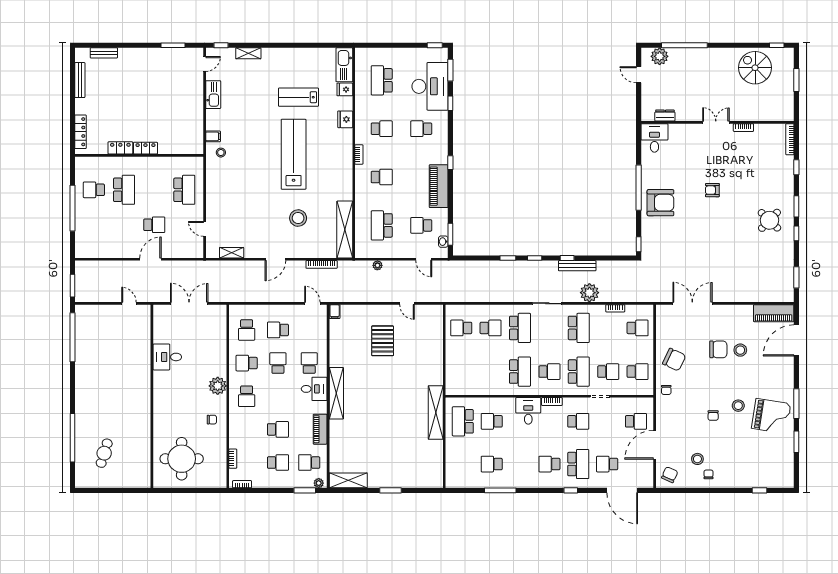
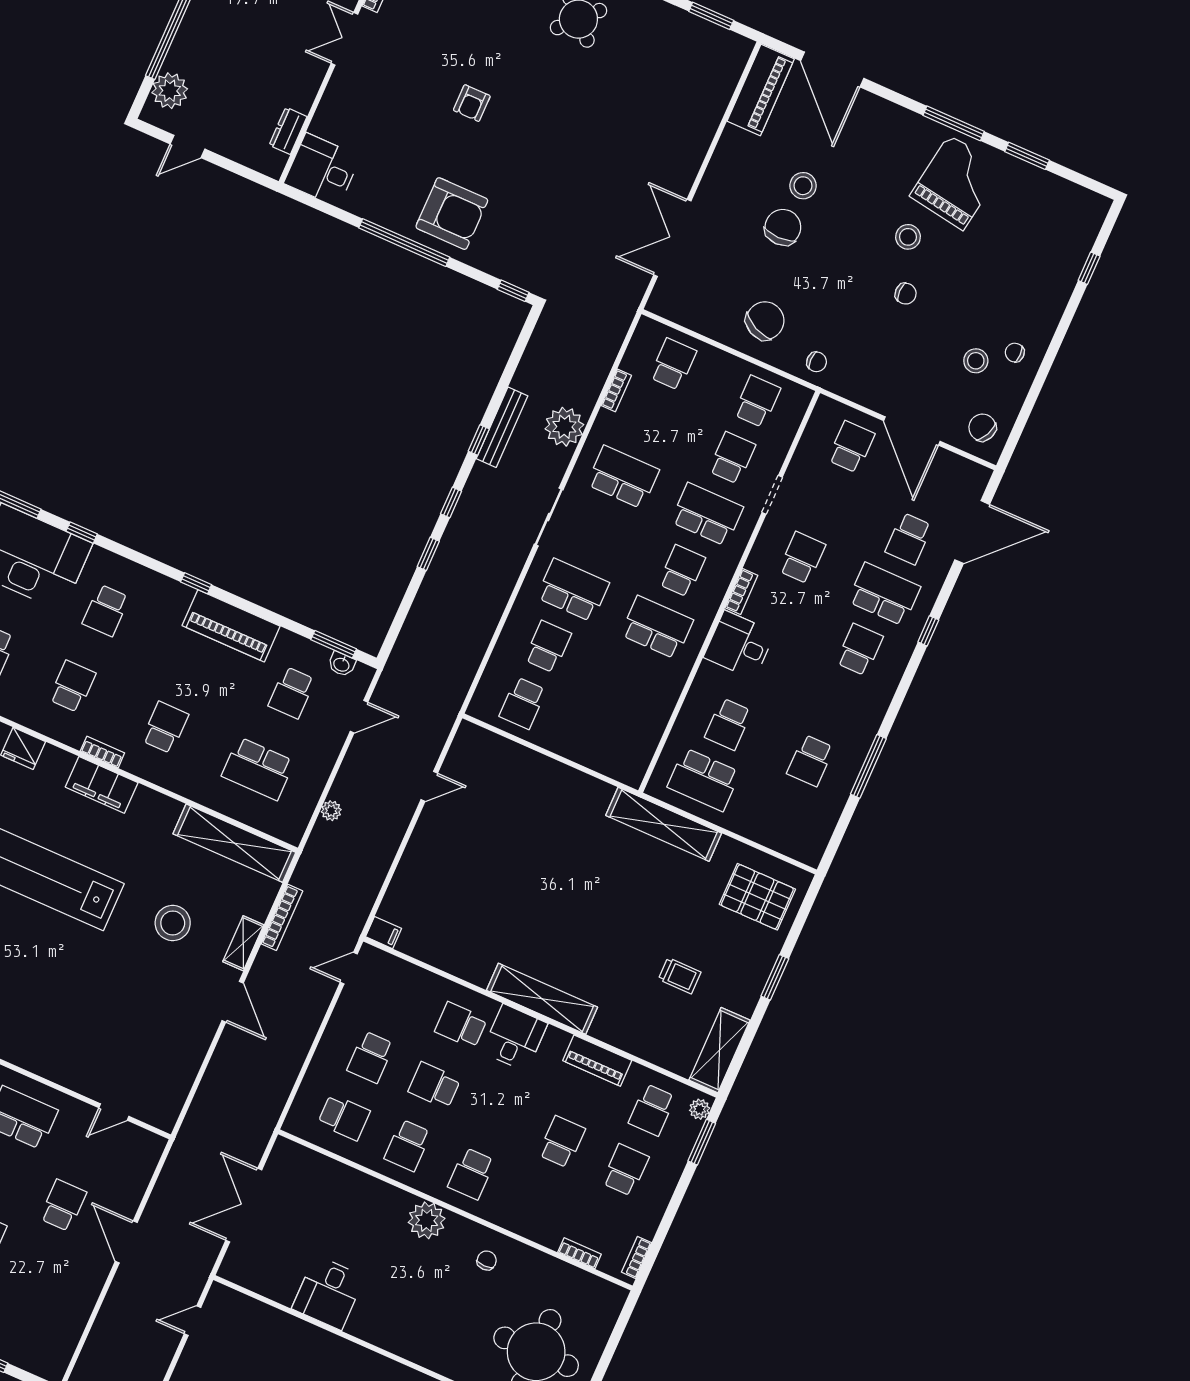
filing cabinet: (345, 160) -> (102, 785), added
armchair: (660, 203) -> (452, 214), turned 90
shelving: (232, 253) -> (243, 943), moved
pallet: (383, 341) -> (757, 897), moved
school desk: (247, 396) -> (471, 1174), turned 90
trolley: (373, 449) -> (680, 976), added
school desk: (549, 464) -> (860, 650), turned 180

